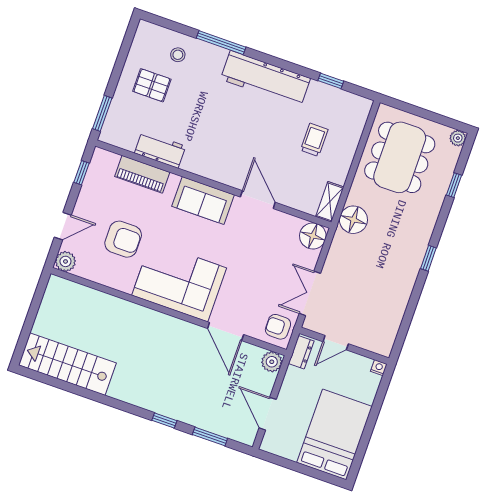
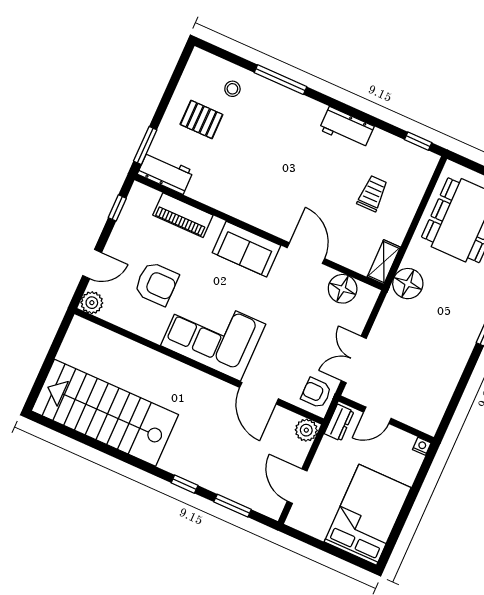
workbench: (265, 79) -> (347, 128), width x0.53, depth x0.76
window: (331, 81) -> (418, 141), moved
workbench: (160, 150) -> (165, 172), moved
floor lamp: (313, 236) -> (343, 289), moved
stairs: (67, 364) -> (105, 413), width x1.36, depth x1.51

